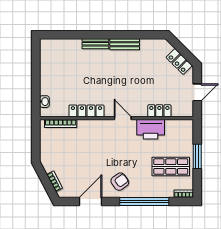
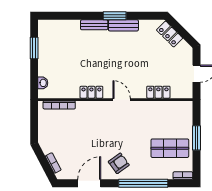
window: (116, 35) -> (115, 16), added
locker: (179, 61) -> (170, 34), moved
window: (36, 67) -> (34, 48), added
locker: (86, 111) -> (91, 92), width x0.66
printer: (151, 129) -> (150, 111), removed

